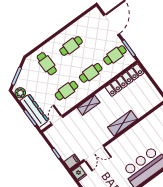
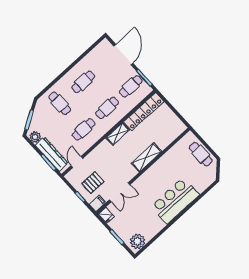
shelving: (89, 105) -> (118, 134), moved
pallet: (70, 141) -> (93, 183), added

